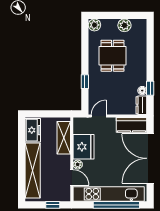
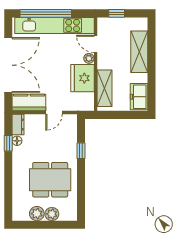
plant: (94, 25) -> (52, 214), moved
dining table: (112, 56) -> (50, 180), width x1.38
door: (99, 116) -> (54, 113), moved
shelving: (33, 170) -> (139, 52), width x0.68

